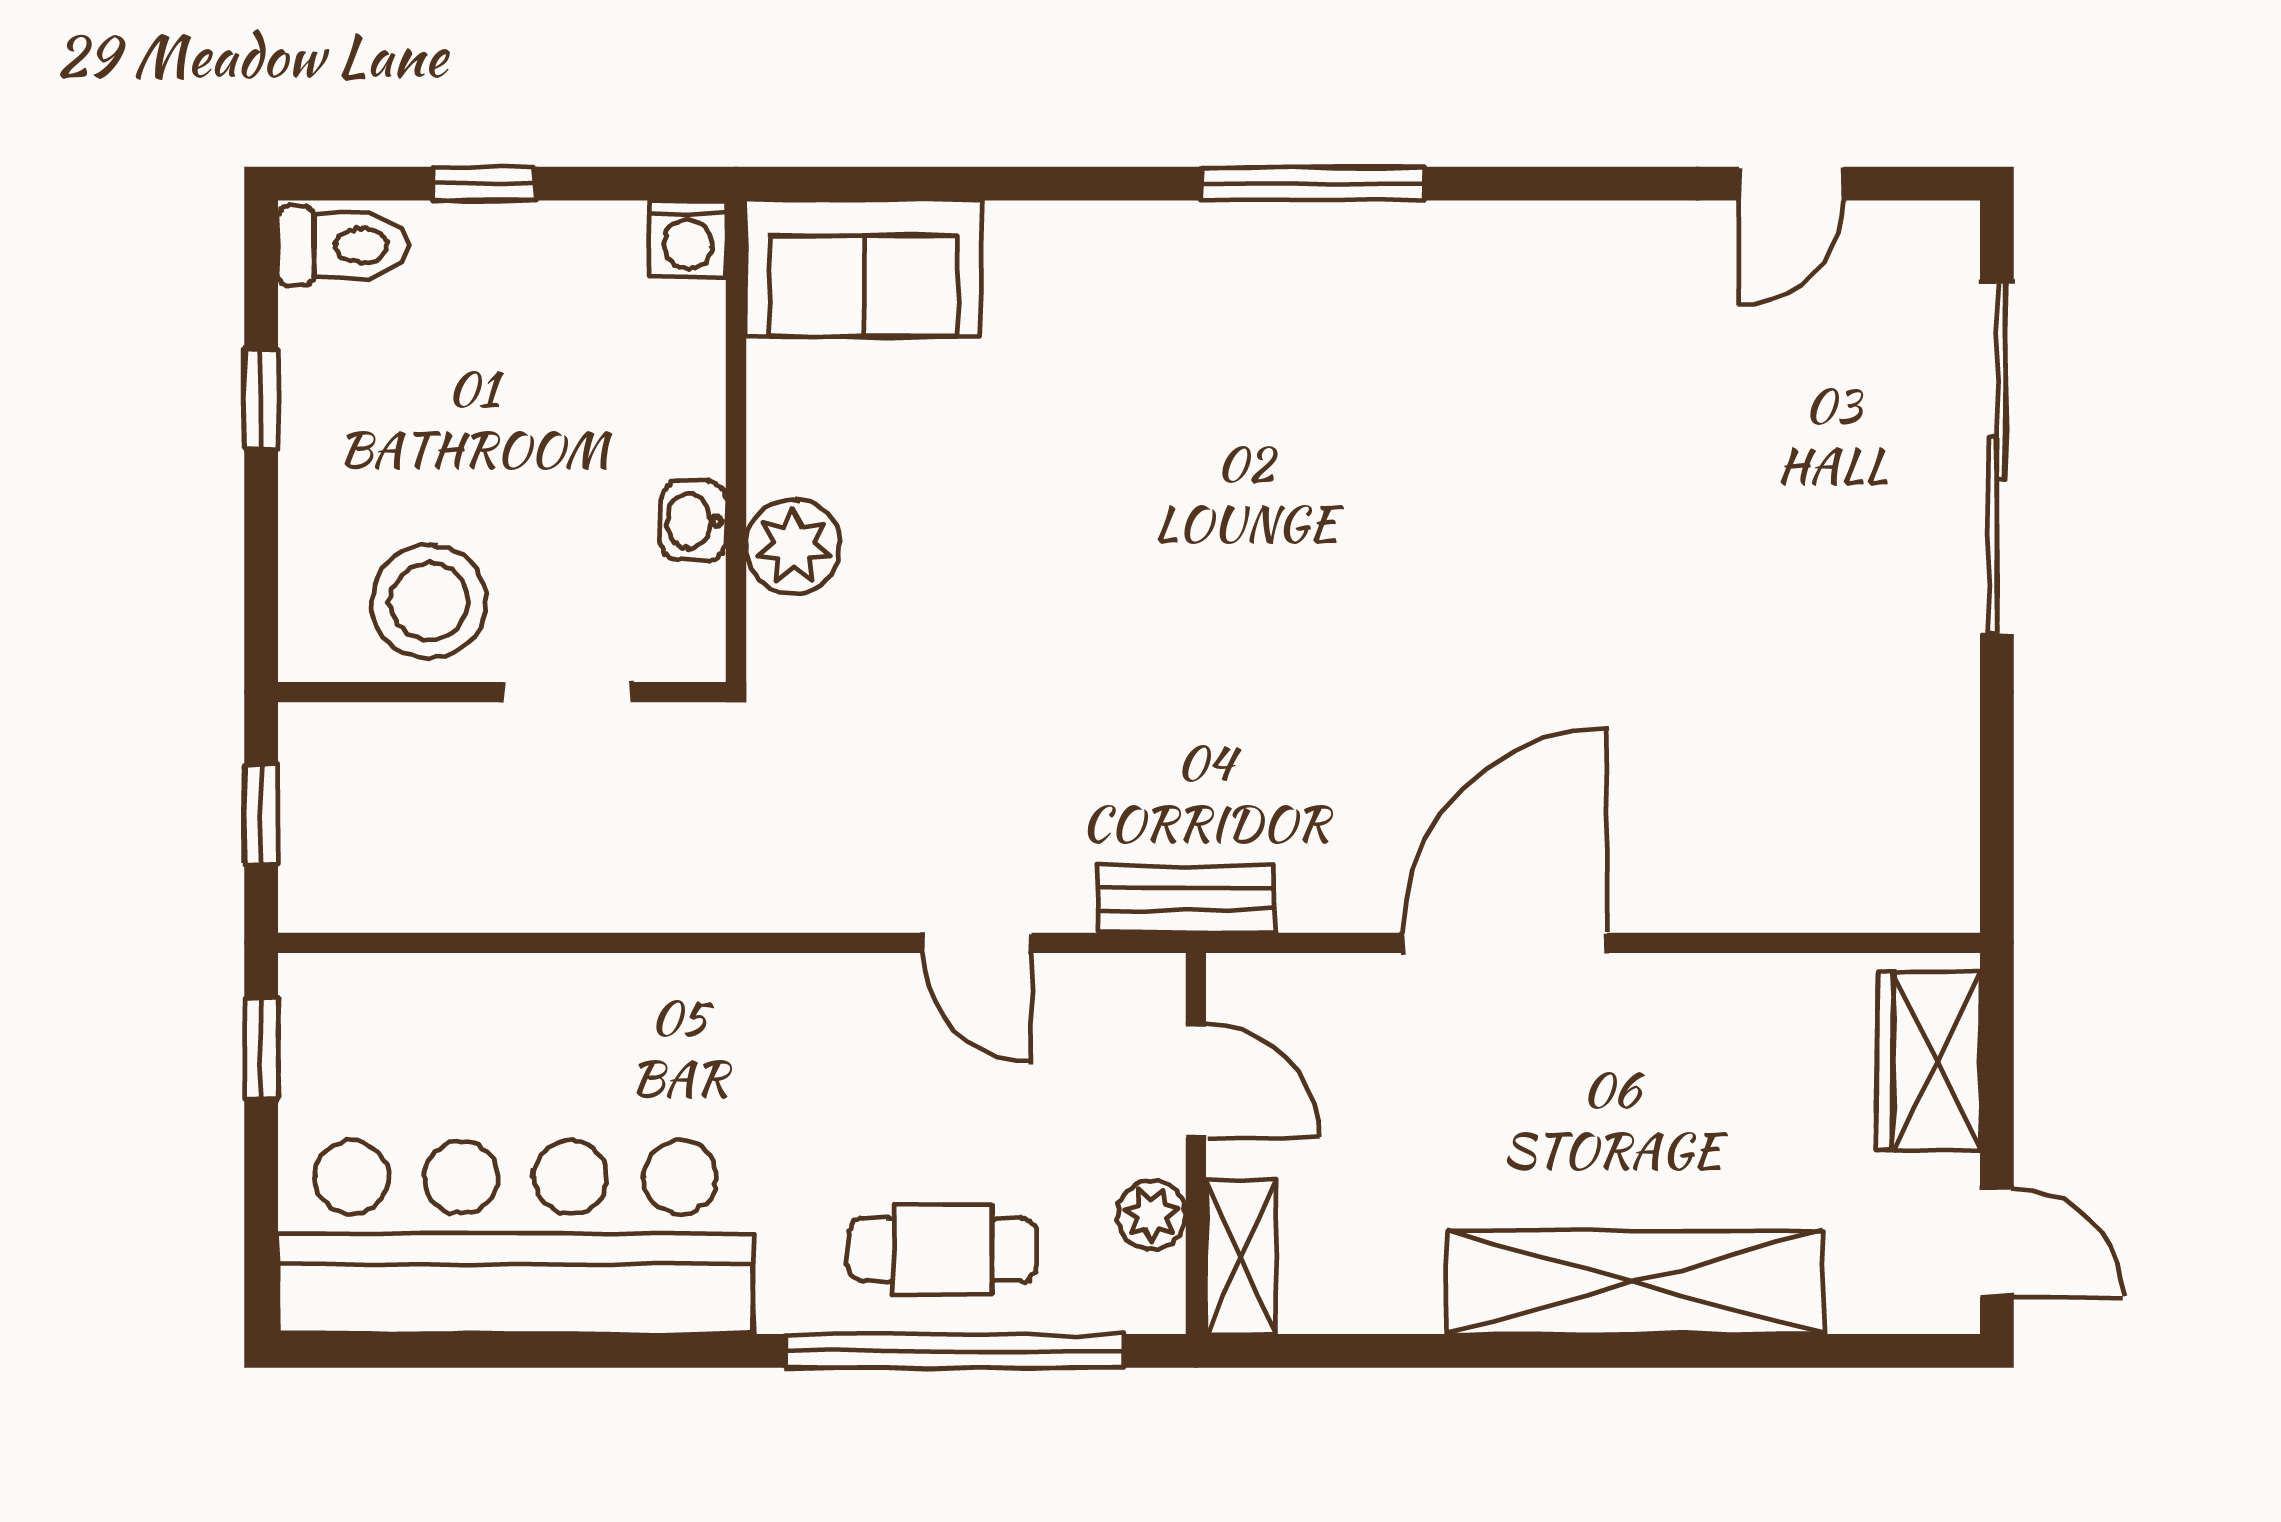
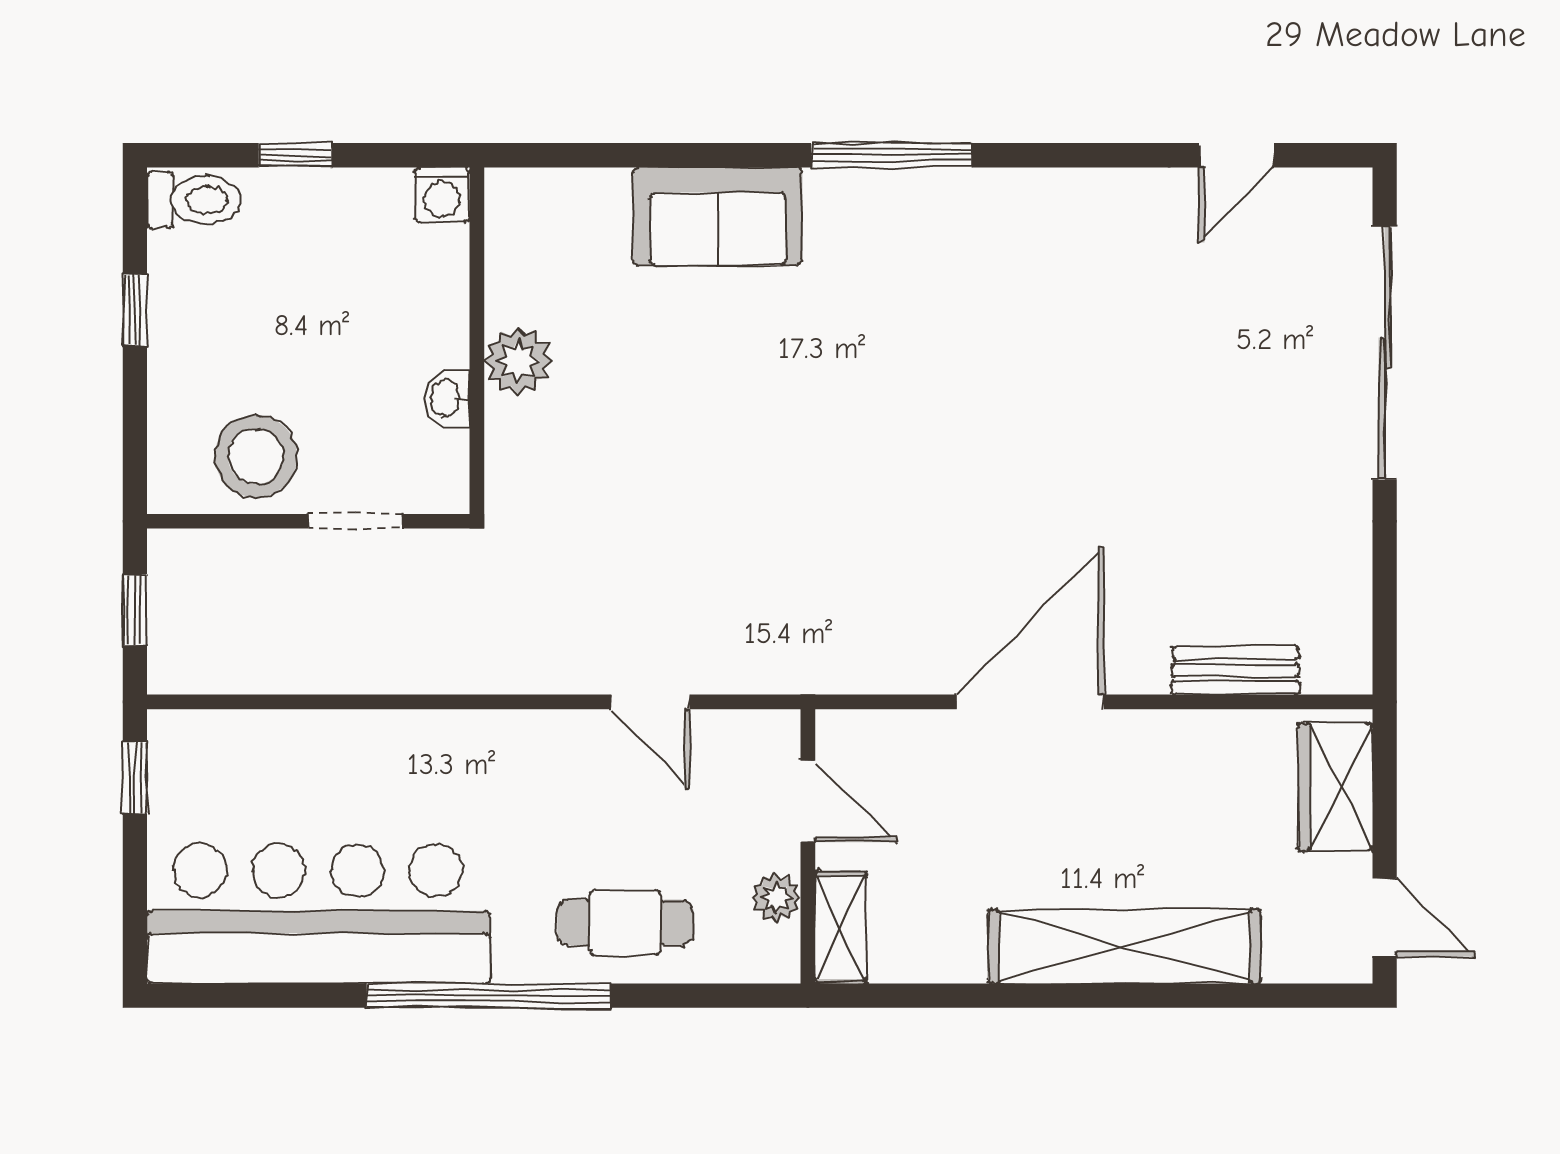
sofa: (864, 268) -> (718, 216), moved
plant: (793, 546) -> (518, 361), moved
bench: (1186, 899) -> (1236, 670), moved
window: (954, 1351) -> (489, 996), moved

